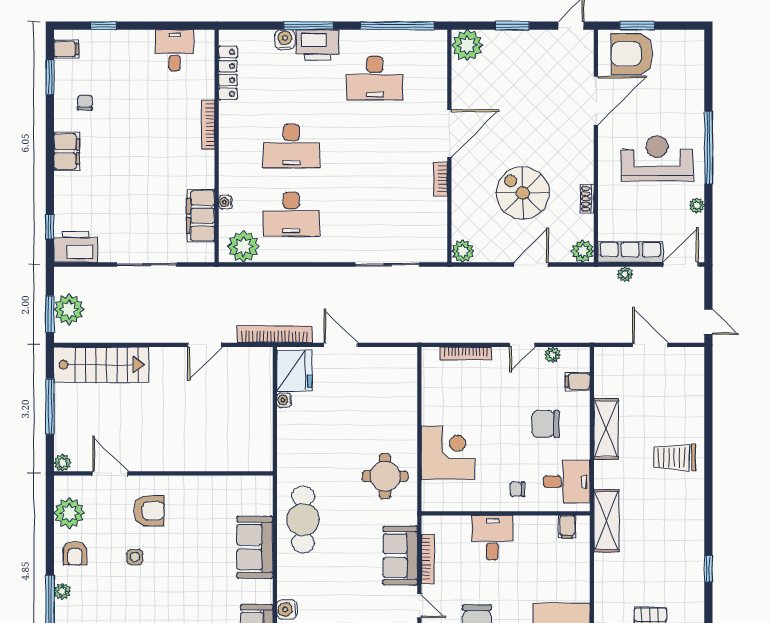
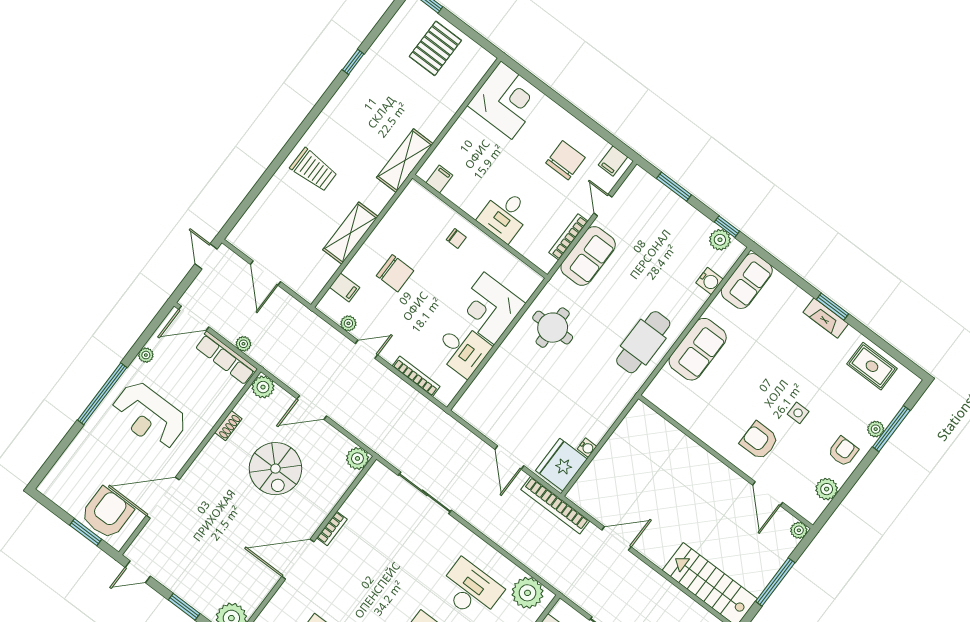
armchair: (632, 54) -> (107, 513), turned -90
desk: (567, 482) -> (462, 350), moved, turned 180
plant: (69, 513) -> (827, 489), width x0.73, depth x0.73

